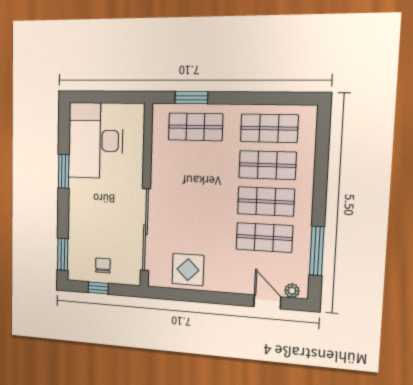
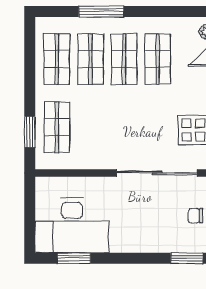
window: (64, 171) -> (74, 258), moved
window: (317, 251) -> (101, 12), moved

